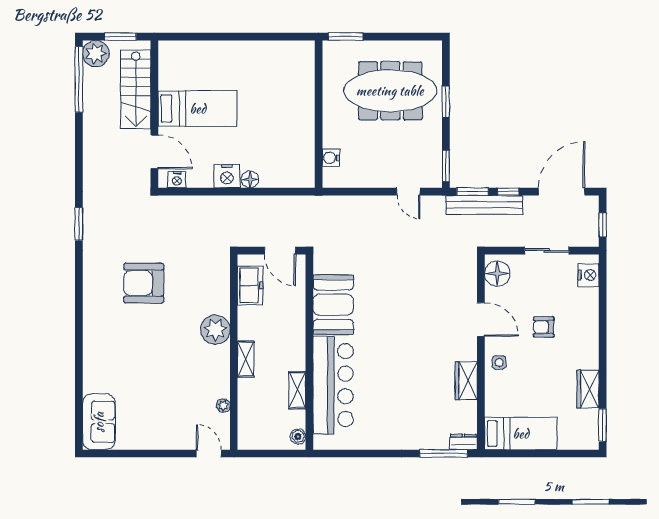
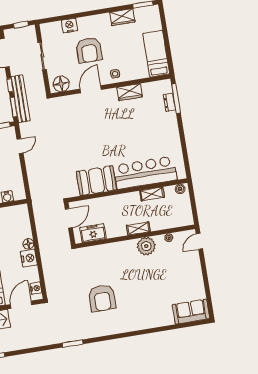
nightstand: (588, 275) -> (69, 25), moved
armchair: (544, 327) -> (89, 50), width x1.88, depth x1.88
plant: (215, 330) -> (146, 246), moved
dresser: (463, 442) -> (169, 102), moved

